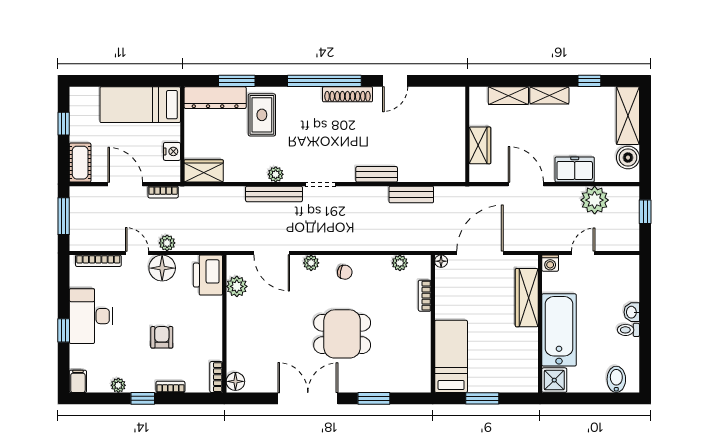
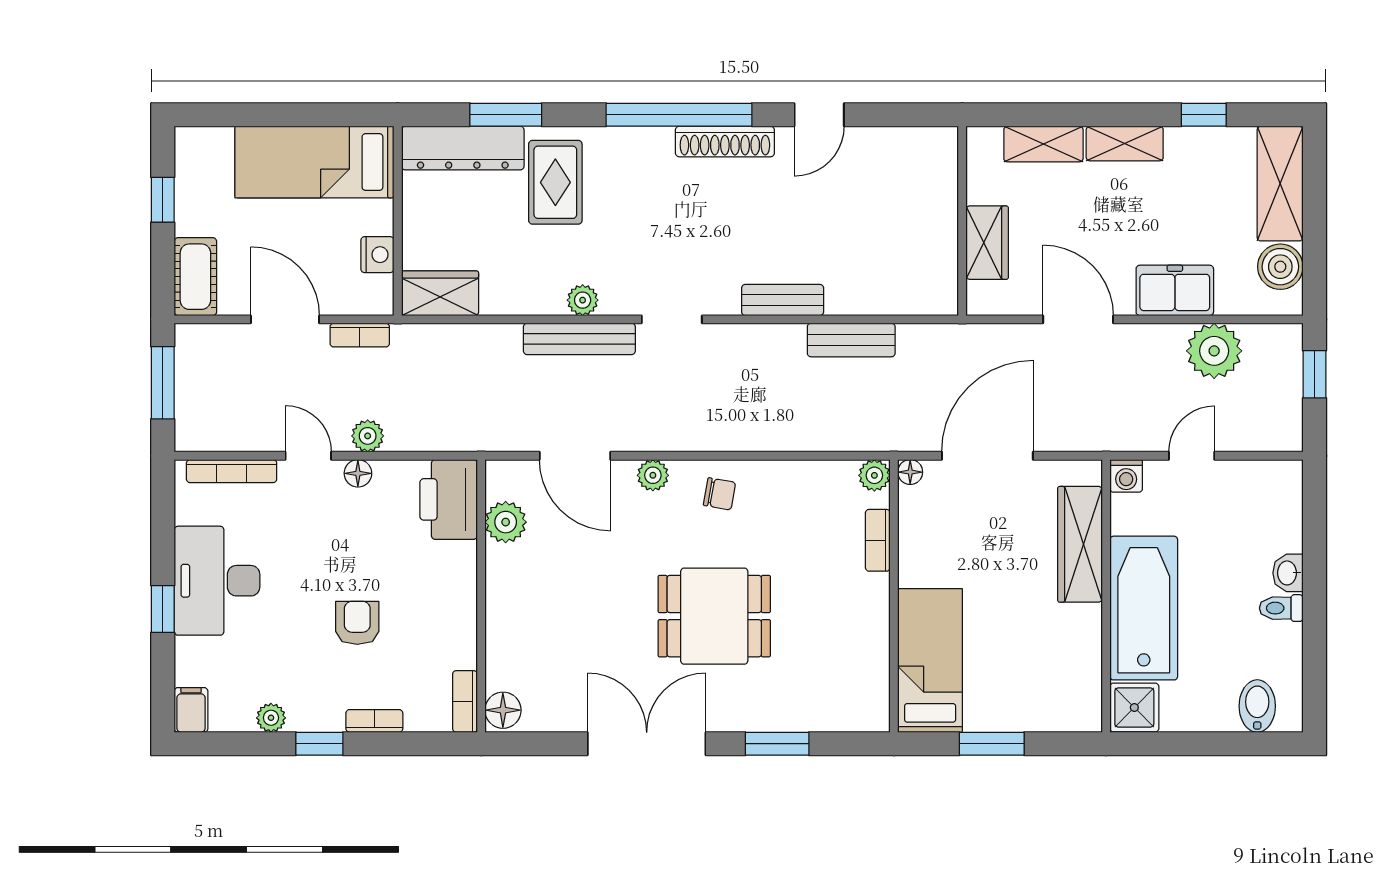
plant: (400, 263) -> (874, 475), moved
floor lamp: (162, 268) -> (358, 473), width x0.53, depth x0.53

